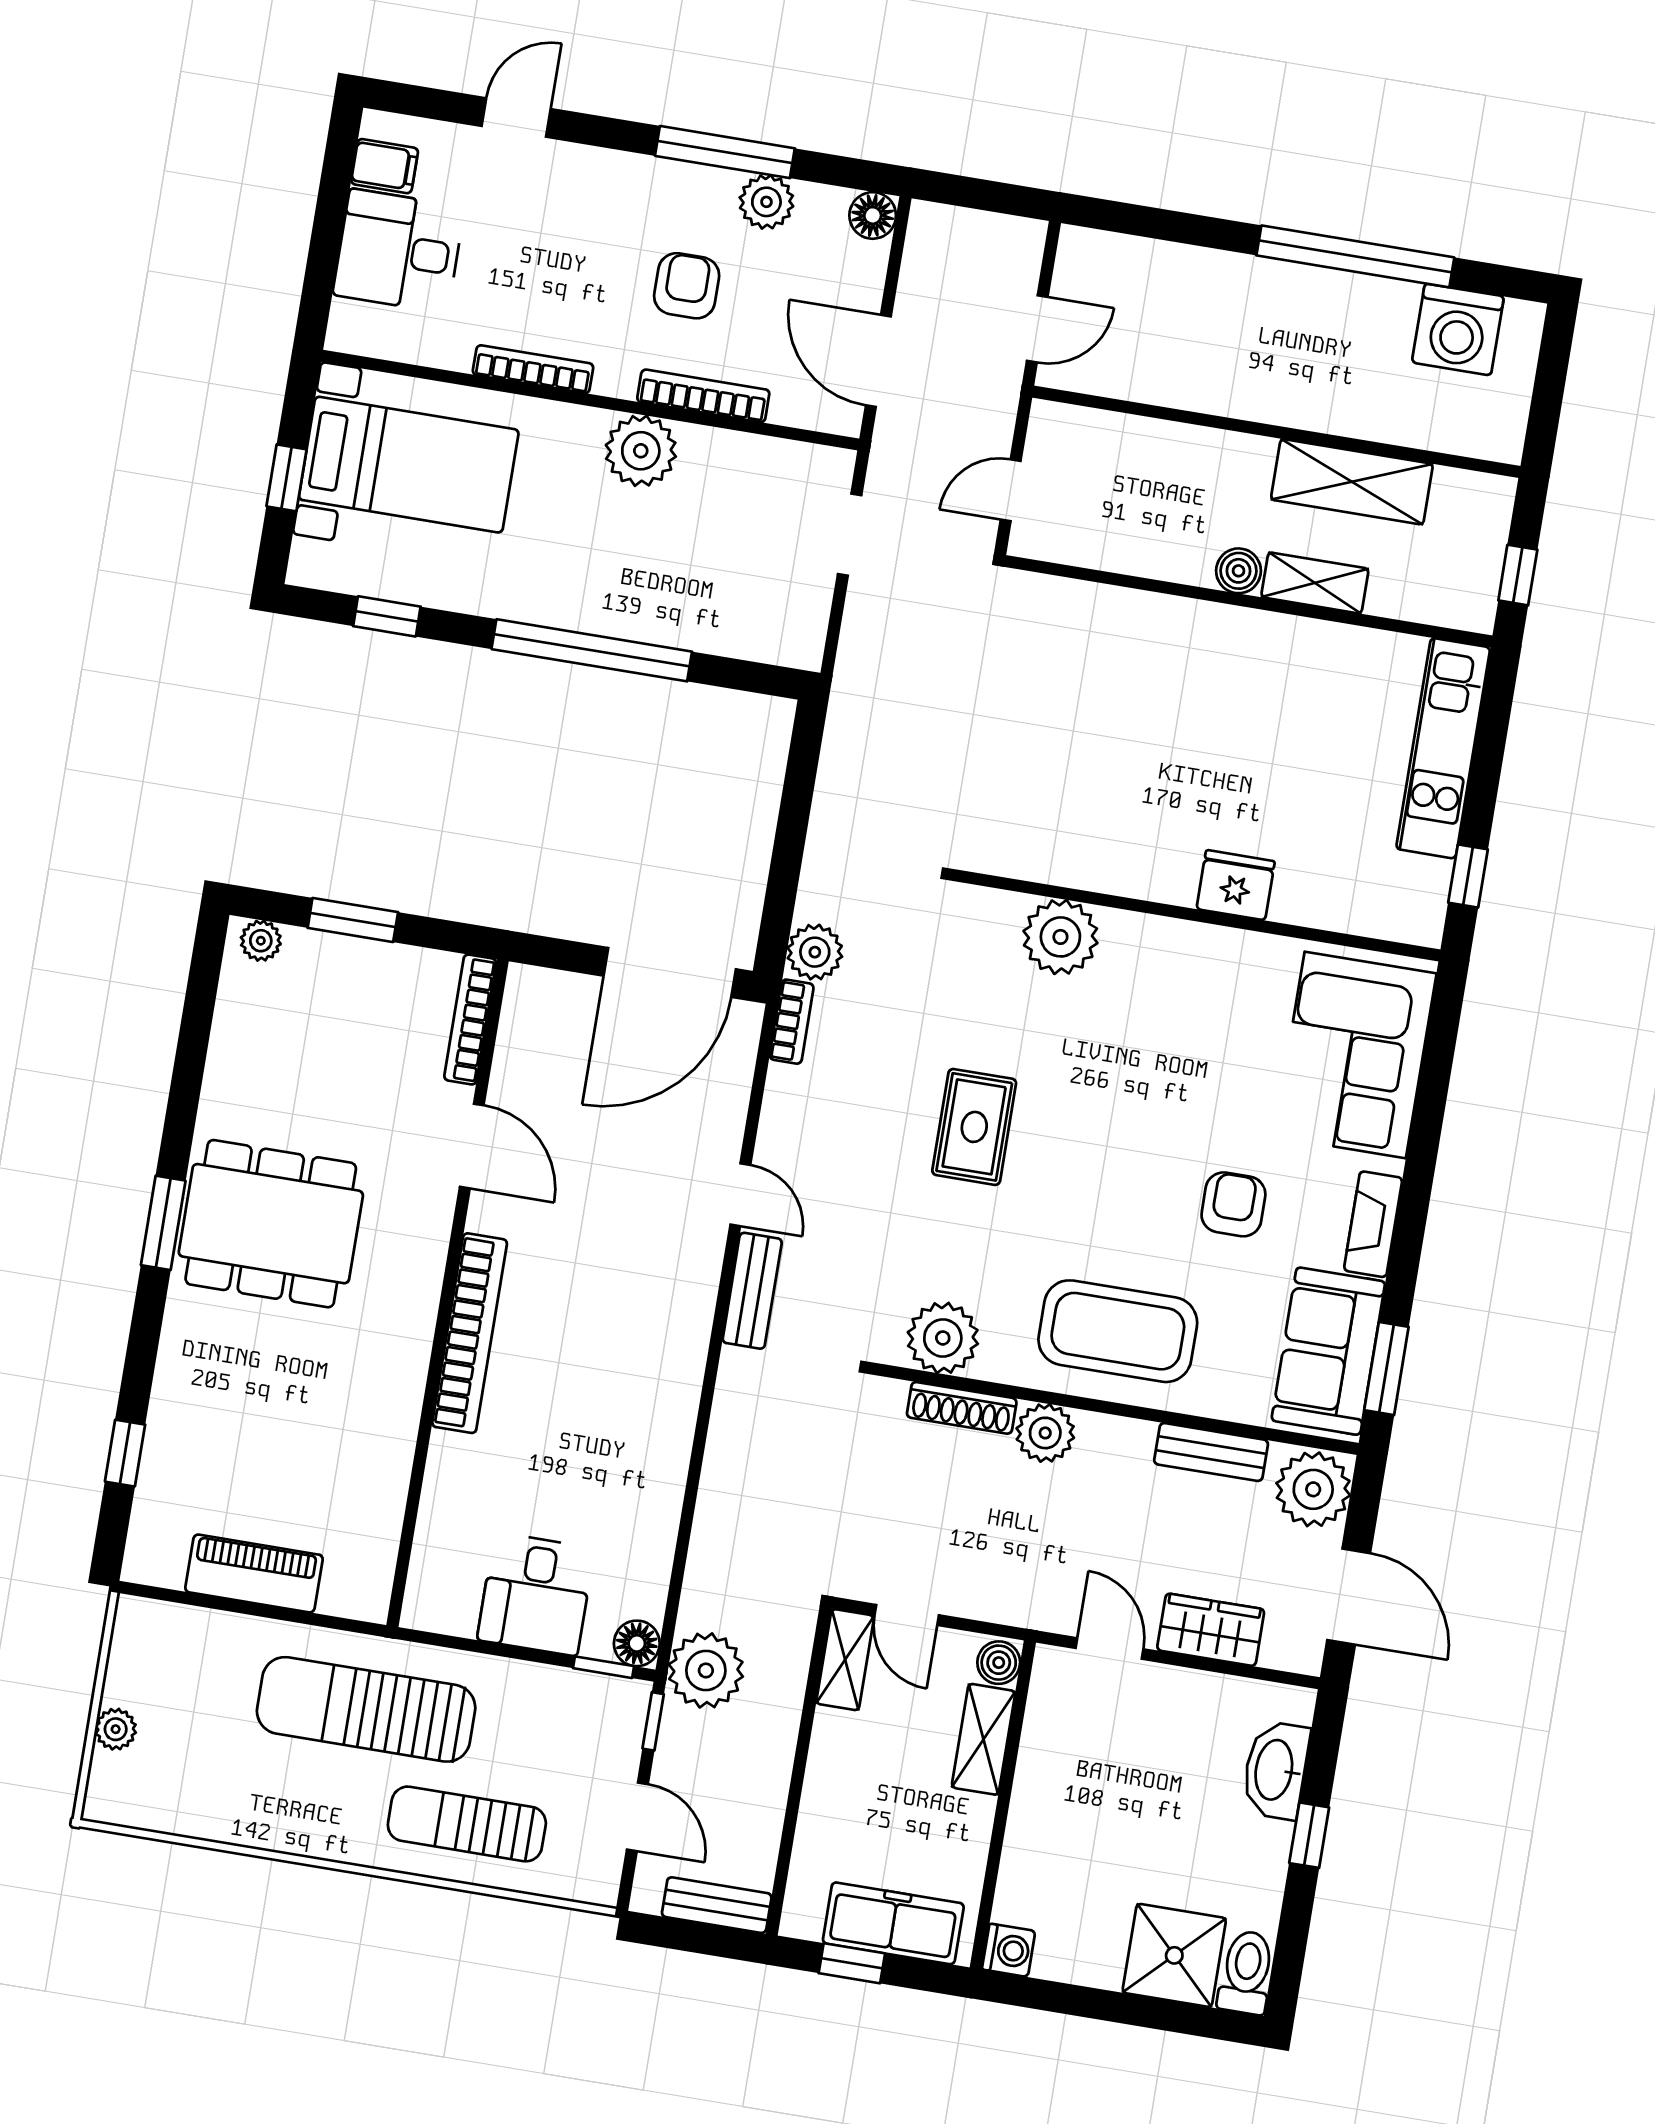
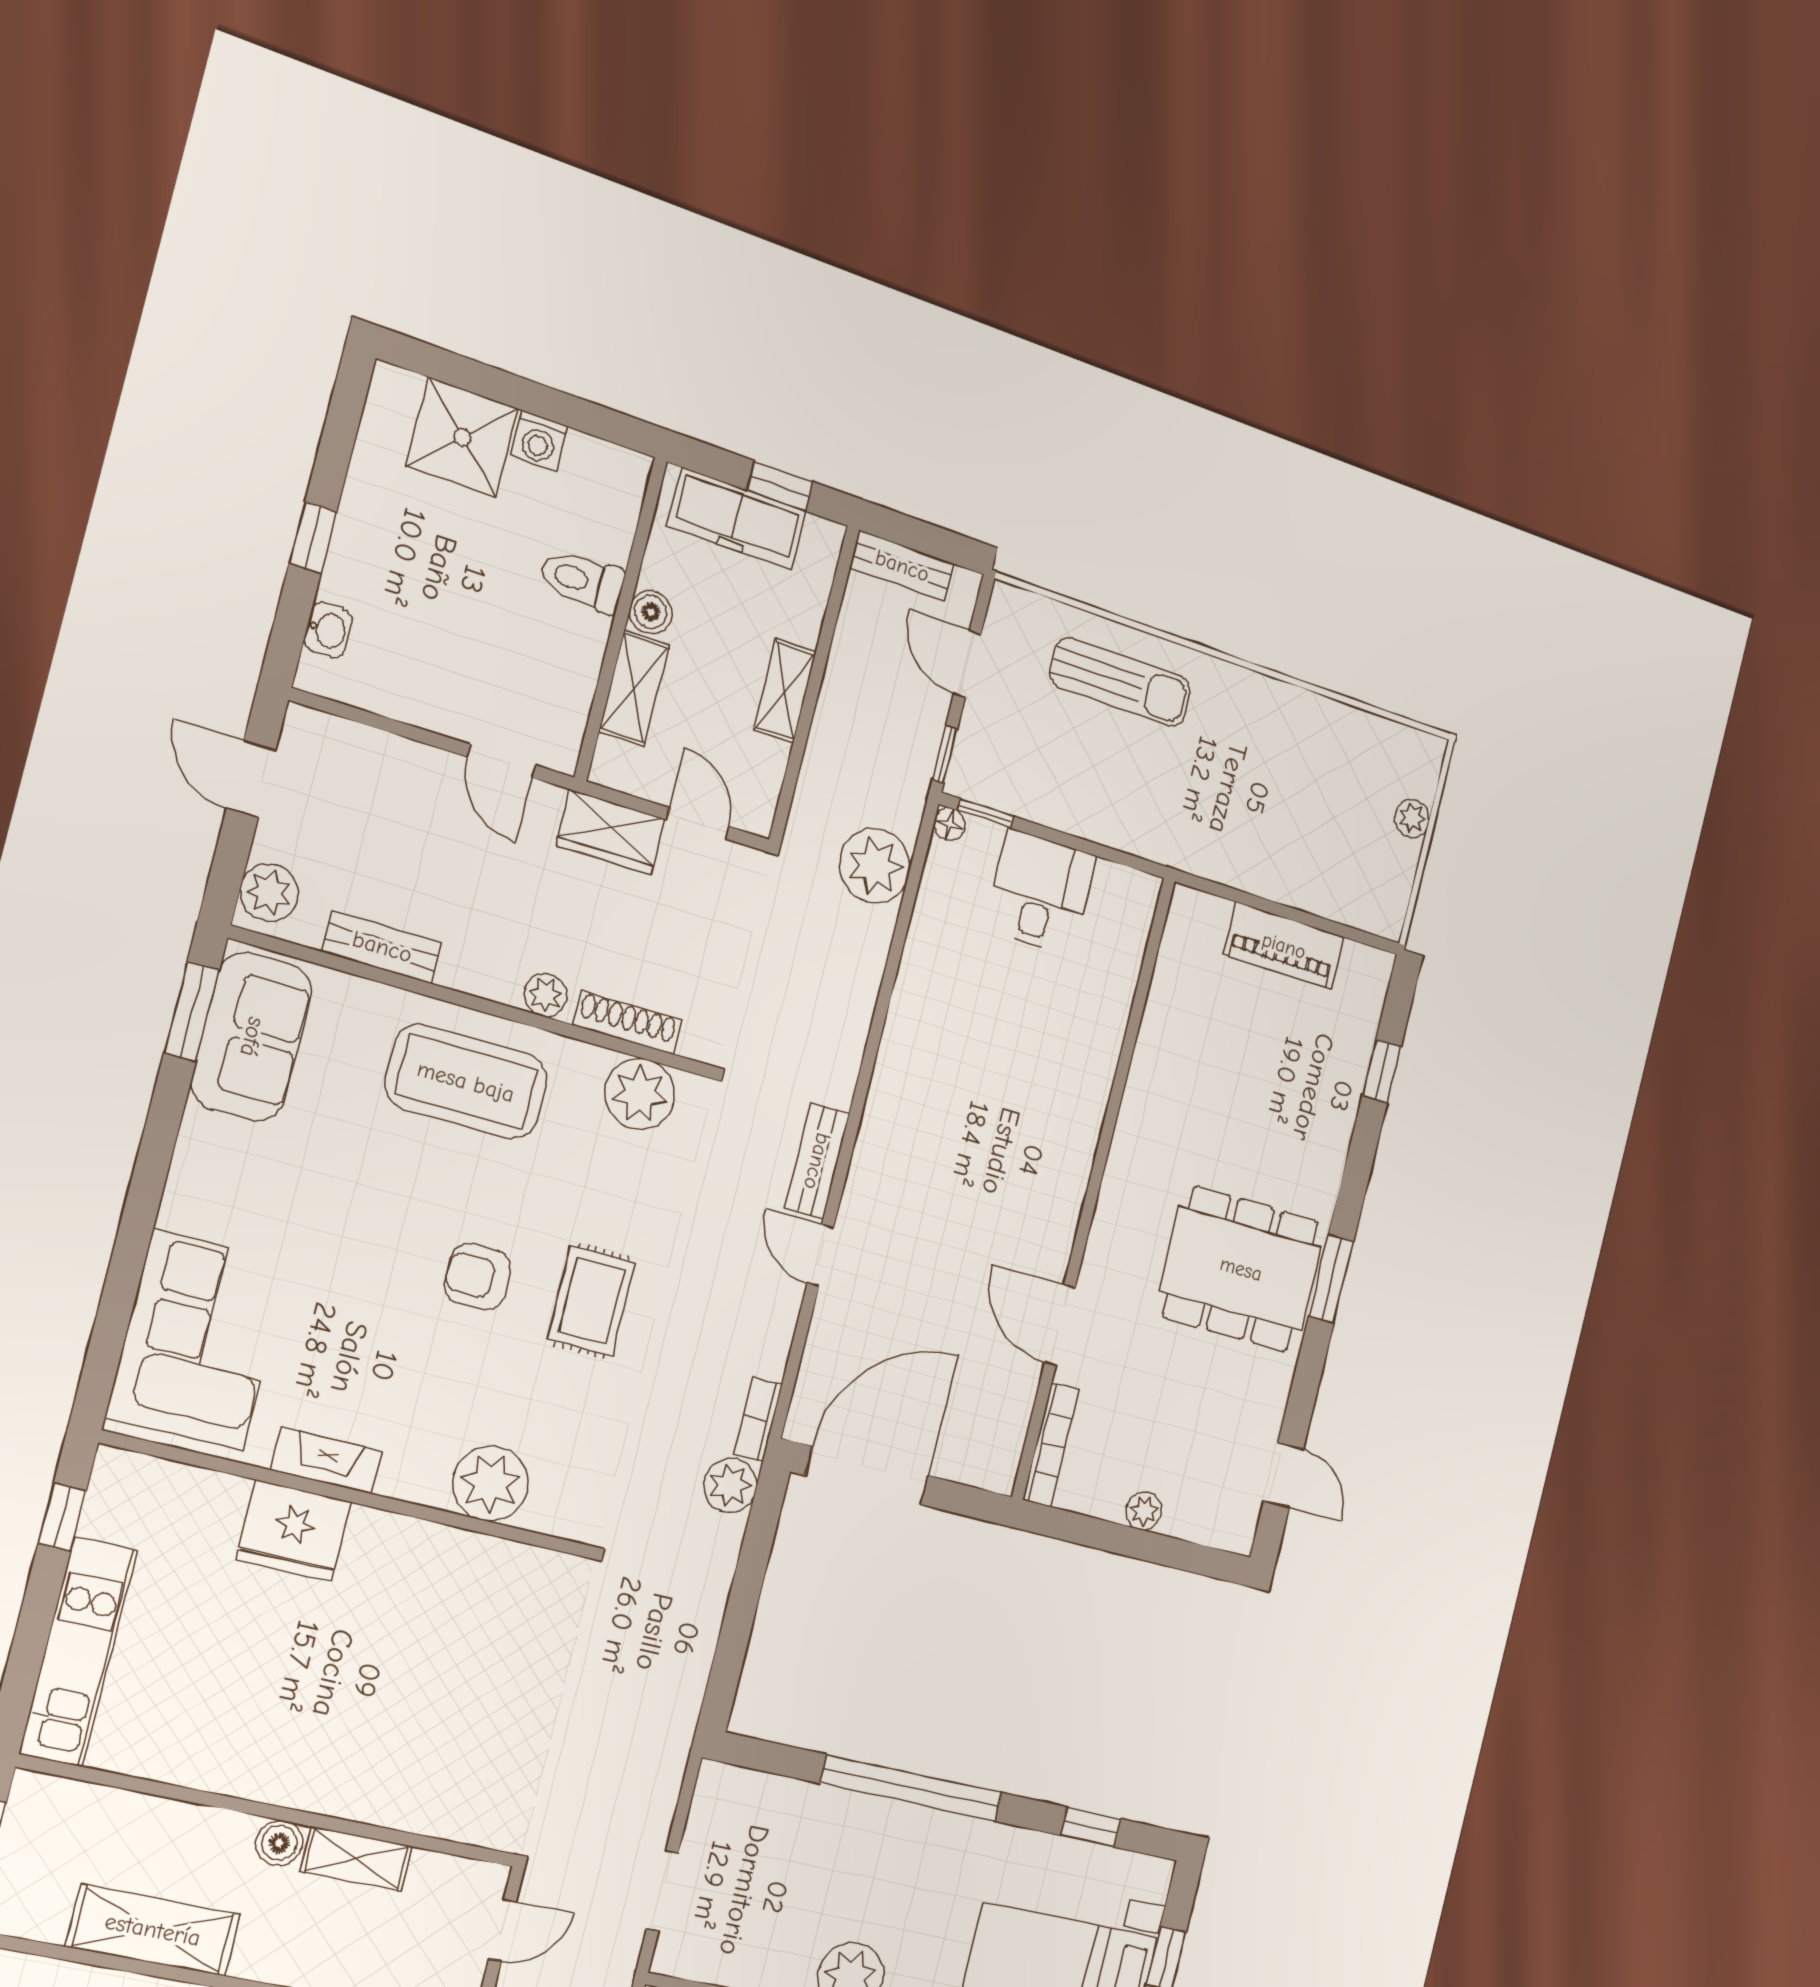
shelving: (1315, 583) -> (356, 1859), moved
fridge: (1236, 885) -> (293, 1531), width x1.36, depth x1.34
window: (353, 920) -> (1145, 1546), removed
plant: (261, 941) -> (1144, 1511), moved
door: (199, 1007) -> (1284, 1475), added
armchair: (1233, 1204) -> (477, 1277), moved, turned 90
fireplace: (1373, 1224) -> (327, 1461), moved, turned -90
bookcase: (470, 1333) -> (1077, 1148), removed
plant: (1045, 1433) -> (545, 995), width x0.73, depth x0.73
plant: (1313, 1489) -> (269, 892), width x0.73, depth x0.73
door: (1349, 1597) -> (251, 779), width x0.73
wardrobe: (1211, 1630) -> (610, 832), moved
floor lamp: (637, 1643) -> (949, 824), width x0.73, depth x0.73
shelving: (845, 1660) -> (785, 691), moved
boiler: (999, 1663) -> (651, 612), moved
plant: (706, 1670) -> (875, 866), moved
sun lounger: (366, 1709) -> (1199, 805), removed
washbasin: (1276, 1770) -> (328, 630), width x0.52, depth x0.69
washing machine: (1009, 1950) -> (539, 441), moved, turned -90
toilet: (1246, 1972) -> (582, 581), moved, turned 90

